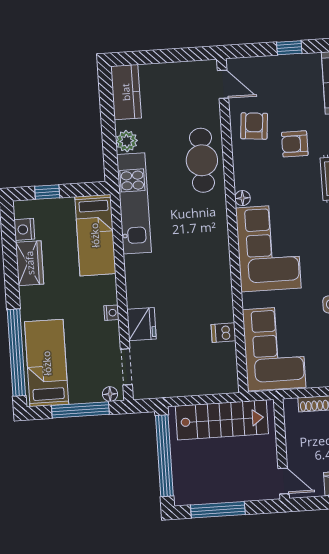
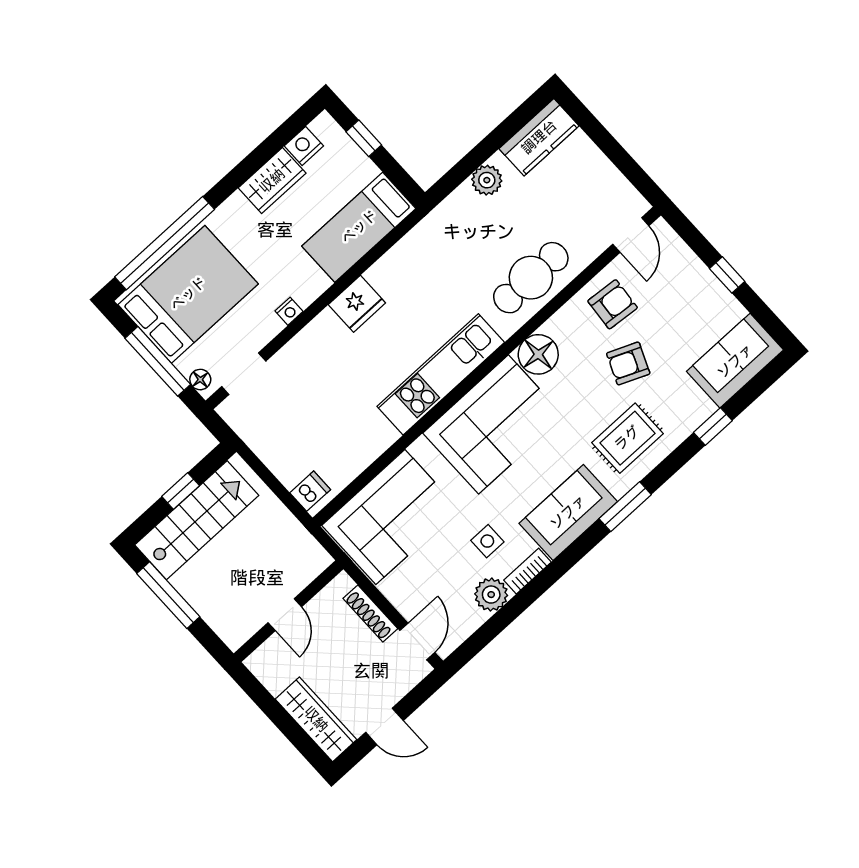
armchair: (295, 144) -> (628, 363), turned -67
floor lamp: (243, 198) -> (538, 354), width x1.89, depth x1.89
kitchen unit: (134, 203) -> (441, 374), moved, turned 180
fridge: (141, 324) -> (357, 304), moved
dishwasher: (223, 333) -> (310, 491), moved, turned 90
bed: (47, 363) -> (188, 294), width x1.50
stairs: (222, 420) -> (197, 520), moved, turned -90
window: (164, 456) -> (181, 491), width x0.32
door: (284, 481) -> (285, 615), moved

